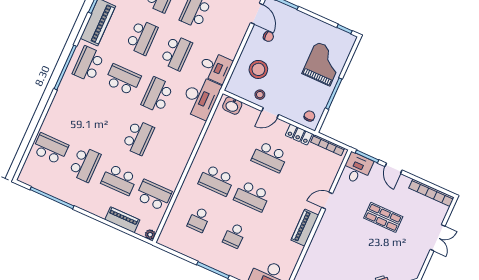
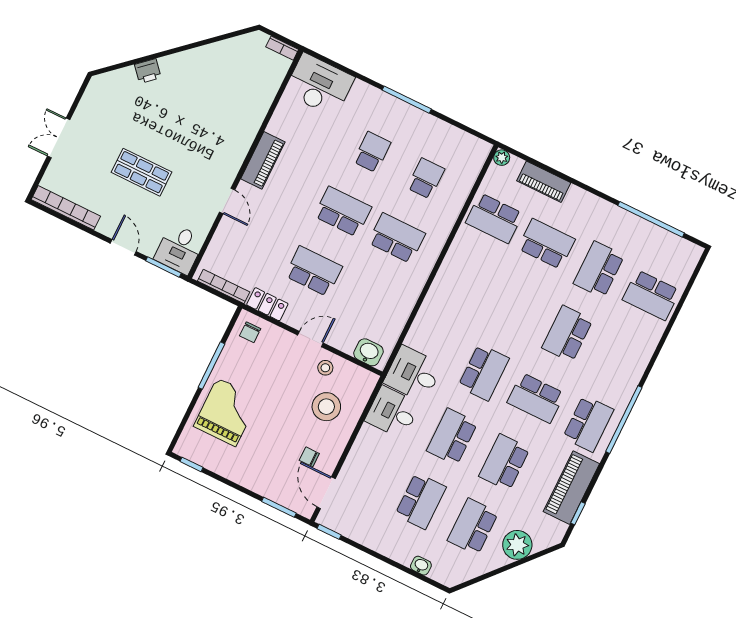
grand piano: (323, 64) -> (226, 412), turned 180
desk: (201, 97) -> (413, 374), width x0.73
school desk: (138, 137) -> (567, 334), moved
door: (327, 201) -> (227, 201), hinge flipped

